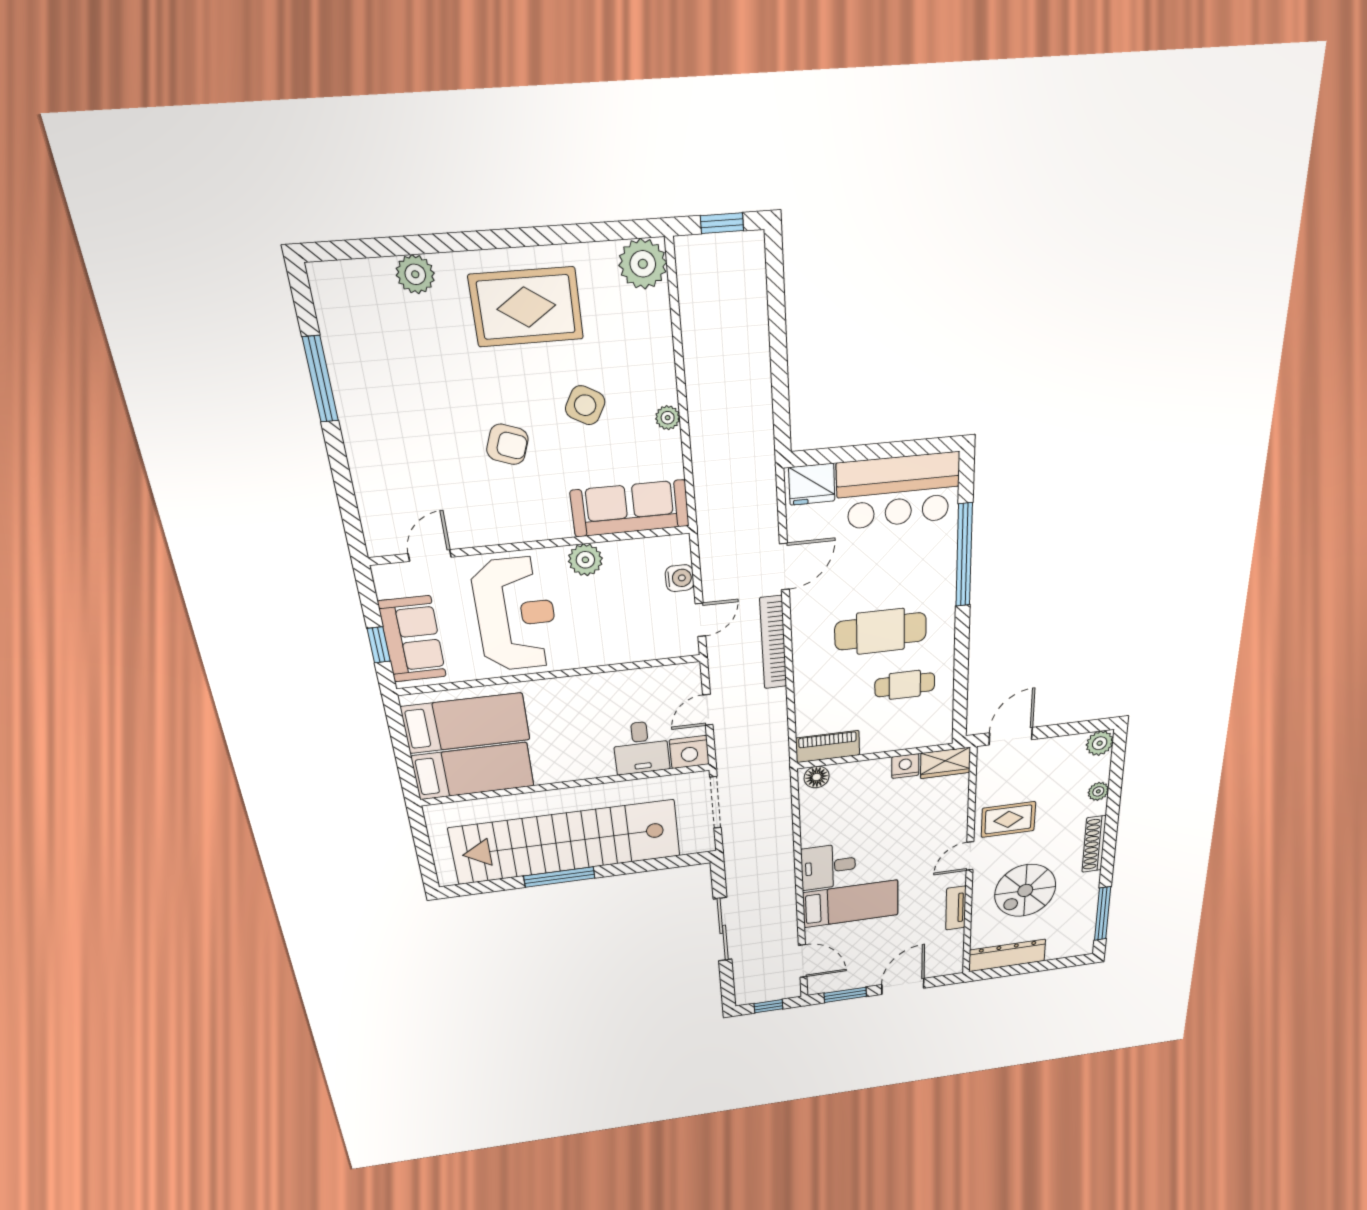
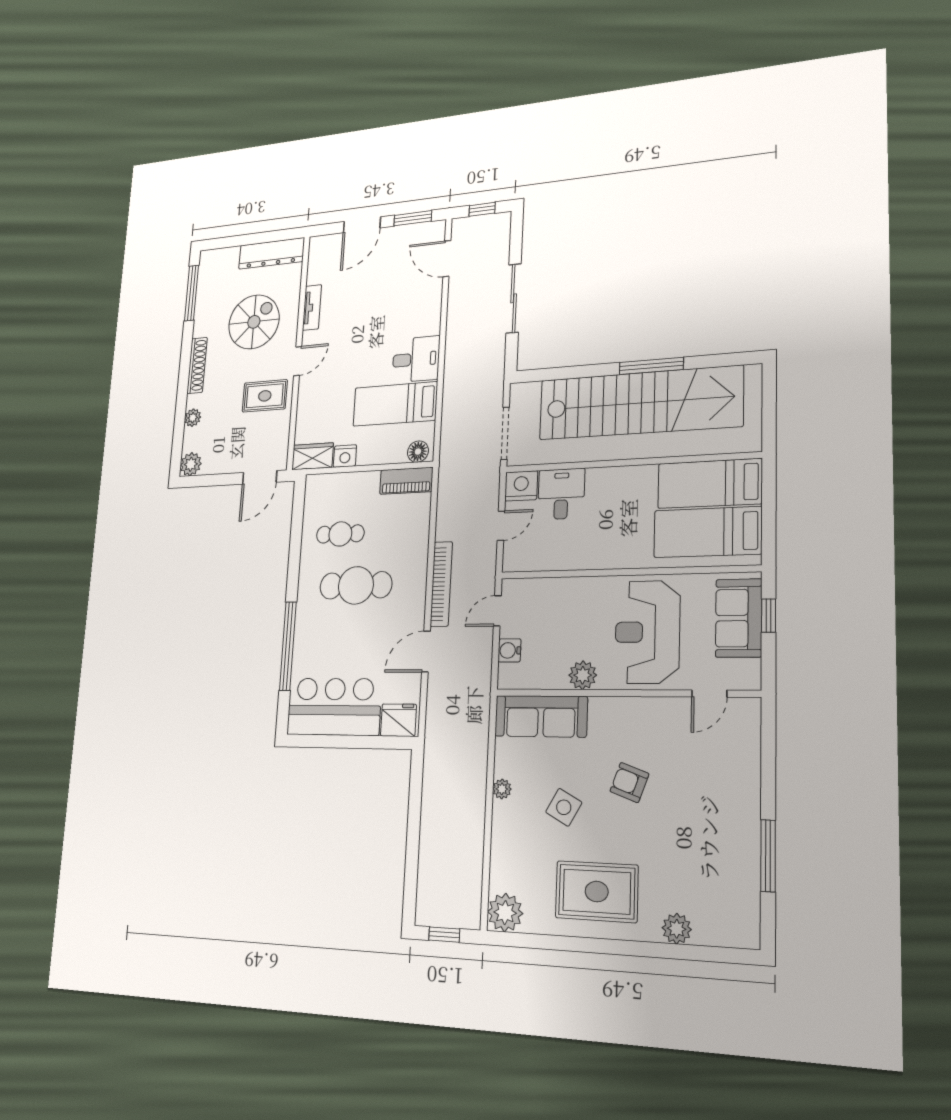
bed: (851, 904) -> (395, 404), moved

